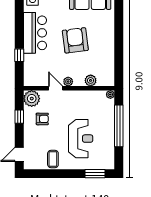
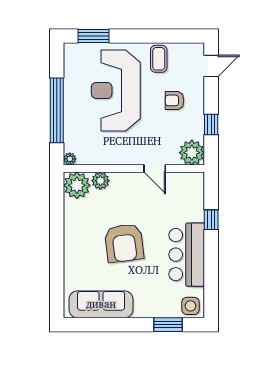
plant: (68, 82) -> (77, 185), moved, width x1.87, depth x1.87
armchair: (42, 119) -> (174, 100), moved
reception desk: (81, 139) -> (116, 90), width x1.36, depth x1.30

